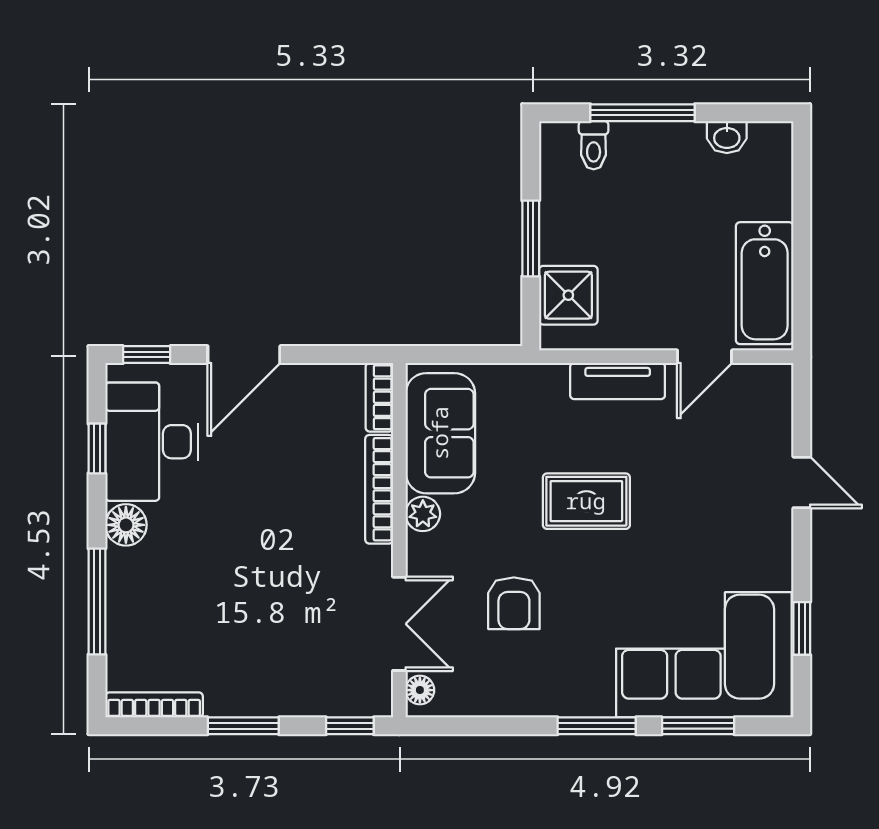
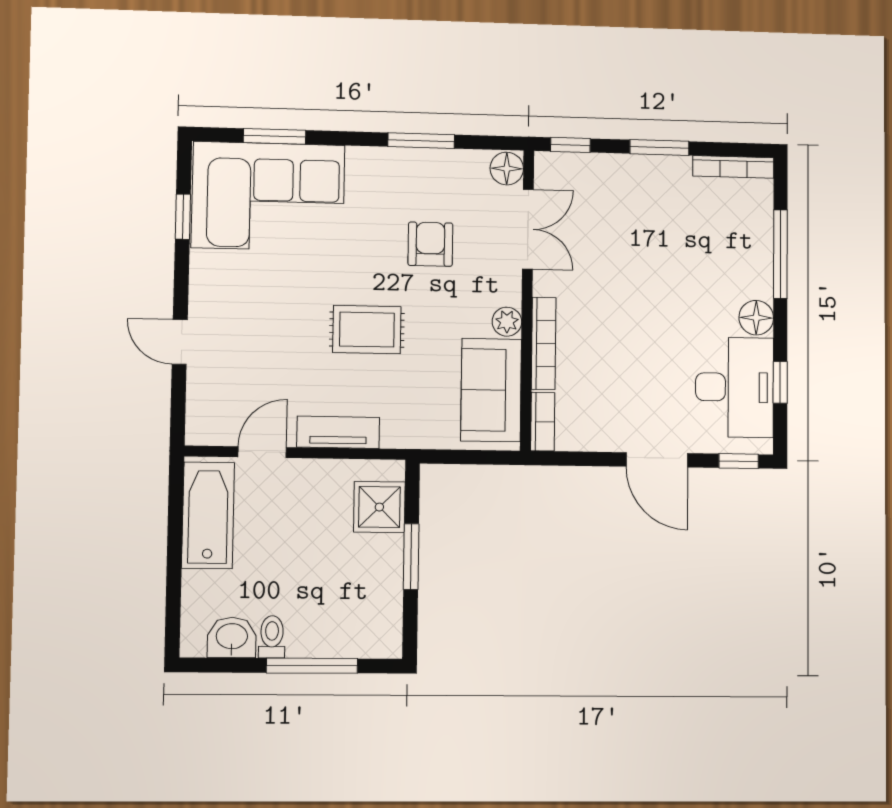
washbasin: (727, 137) -> (232, 637), width x1.38, depth x1.45
toilet: (594, 145) -> (272, 637), moved
door: (244, 355) -> (657, 460), swing flipped
double door: (399, 624) -> (528, 229), swing flipped
floor lamp: (420, 690) -> (507, 169), width x1.37, depth x1.37
window: (597, 726) -> (421, 141), moved

